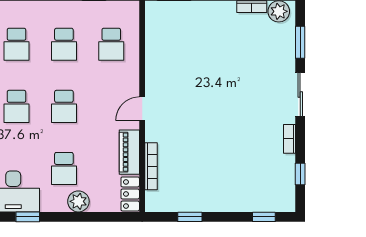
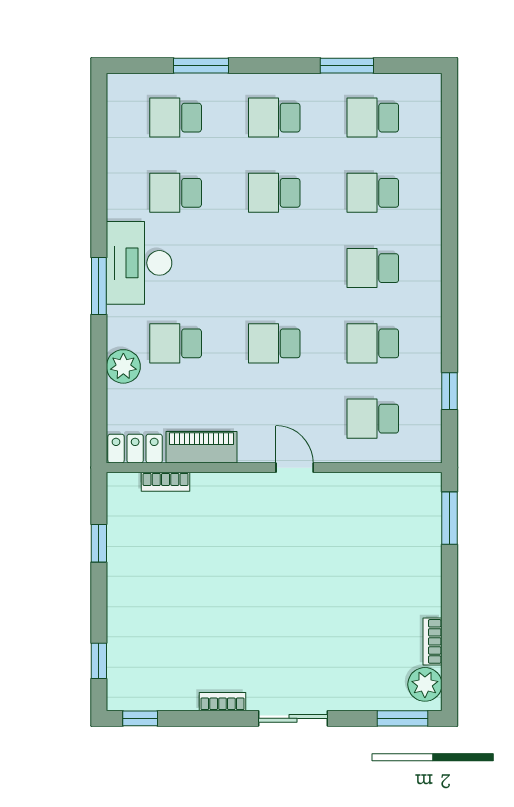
window: (300, 42) -> (402, 718), moved
school desk: (16, 106) -> (274, 268), removed
door: (142, 109) -> (295, 468), moved
bookcase: (151, 166) -> (166, 482), width x0.64
window: (300, 174) -> (140, 718), moved
window: (28, 217) -> (99, 286), width x1.50

